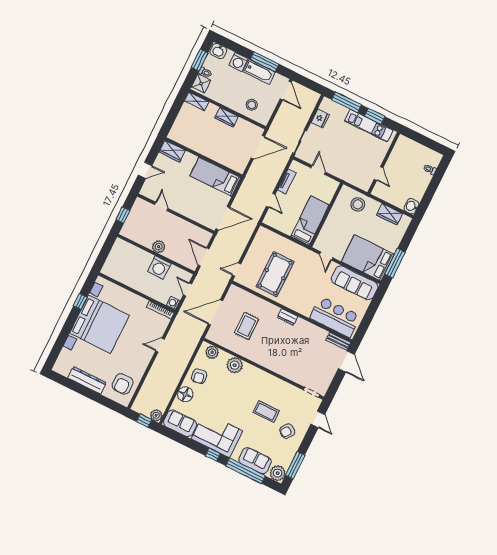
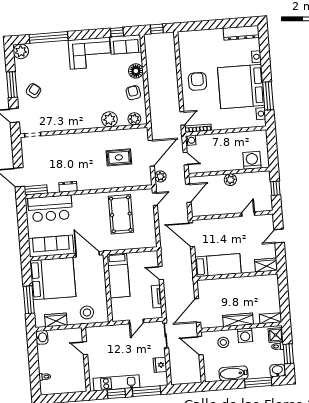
washing machine: (238, 62) -> (245, 335), moved, turned 180
window: (265, 62) -> (258, 382), moved
door: (286, 91) -> (200, 346), moved
wardrobe: (227, 117) -> (238, 320), width x1.50
door: (318, 170) -> (136, 321), hinge flipped
door: (161, 206) -> (248, 214), swing flipped
door: (223, 218) -> (192, 235), hinge flipped
door: (326, 256) -> (88, 254), width x1.87
door: (204, 257) -> (188, 193), hinge flipped
bed: (368, 258) -> (53, 278), width x1.36
window: (395, 263) -> (29, 300), moved
washing machine: (159, 267) -> (252, 160), moved
window: (80, 301) -> (268, 96), width x2.17
dresser: (288, 317) -> (68, 187), moved
rug: (247, 326) -> (119, 157), turned 90
door: (160, 345) -> (182, 118), moved
dresser: (87, 380) -> (241, 33), moved
armchair: (123, 384) -> (197, 81), moved
coffee table: (266, 412) -> (61, 97), removed
plant: (156, 415) -> (160, 176), moved
window: (213, 455) -> (117, 32), moved
sofa: (255, 461) -> (46, 51), removed
window: (295, 465) -> (12, 85), moved

